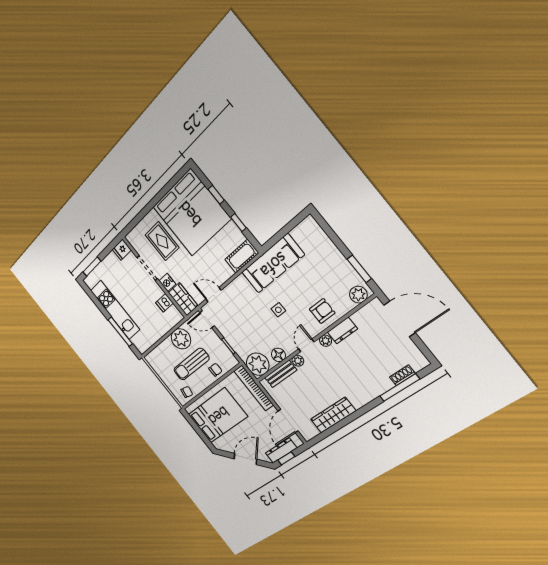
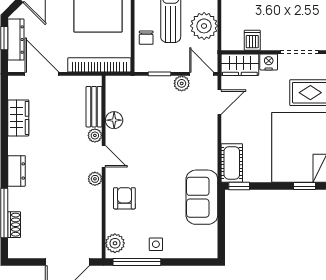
window: (238, 223) -> (239, 186), moved
sofa: (273, 264) -> (202, 197), width x0.73
window: (359, 269) -> (137, 262), width x1.44
side table: (278, 310) -> (156, 244), moved
armchair: (322, 311) -> (124, 198), turned 180
door: (207, 319) -> (202, 74), hinge flipped
dresser: (342, 331) -> (16, 171), moved, turned 180
plant: (258, 364) -> (182, 83), moved, width x0.53, depth x0.53
wardrobe: (333, 415) -> (18, 118), width x0.67

